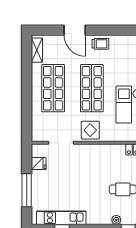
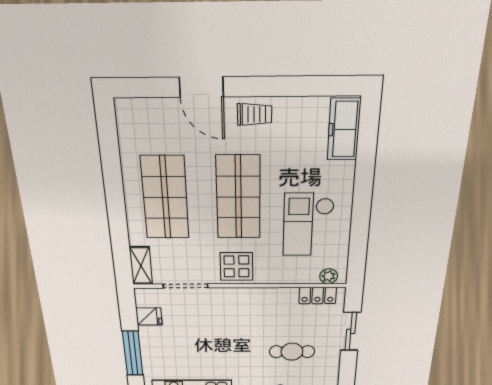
shelving: (37, 50) -> (141, 266), moved

